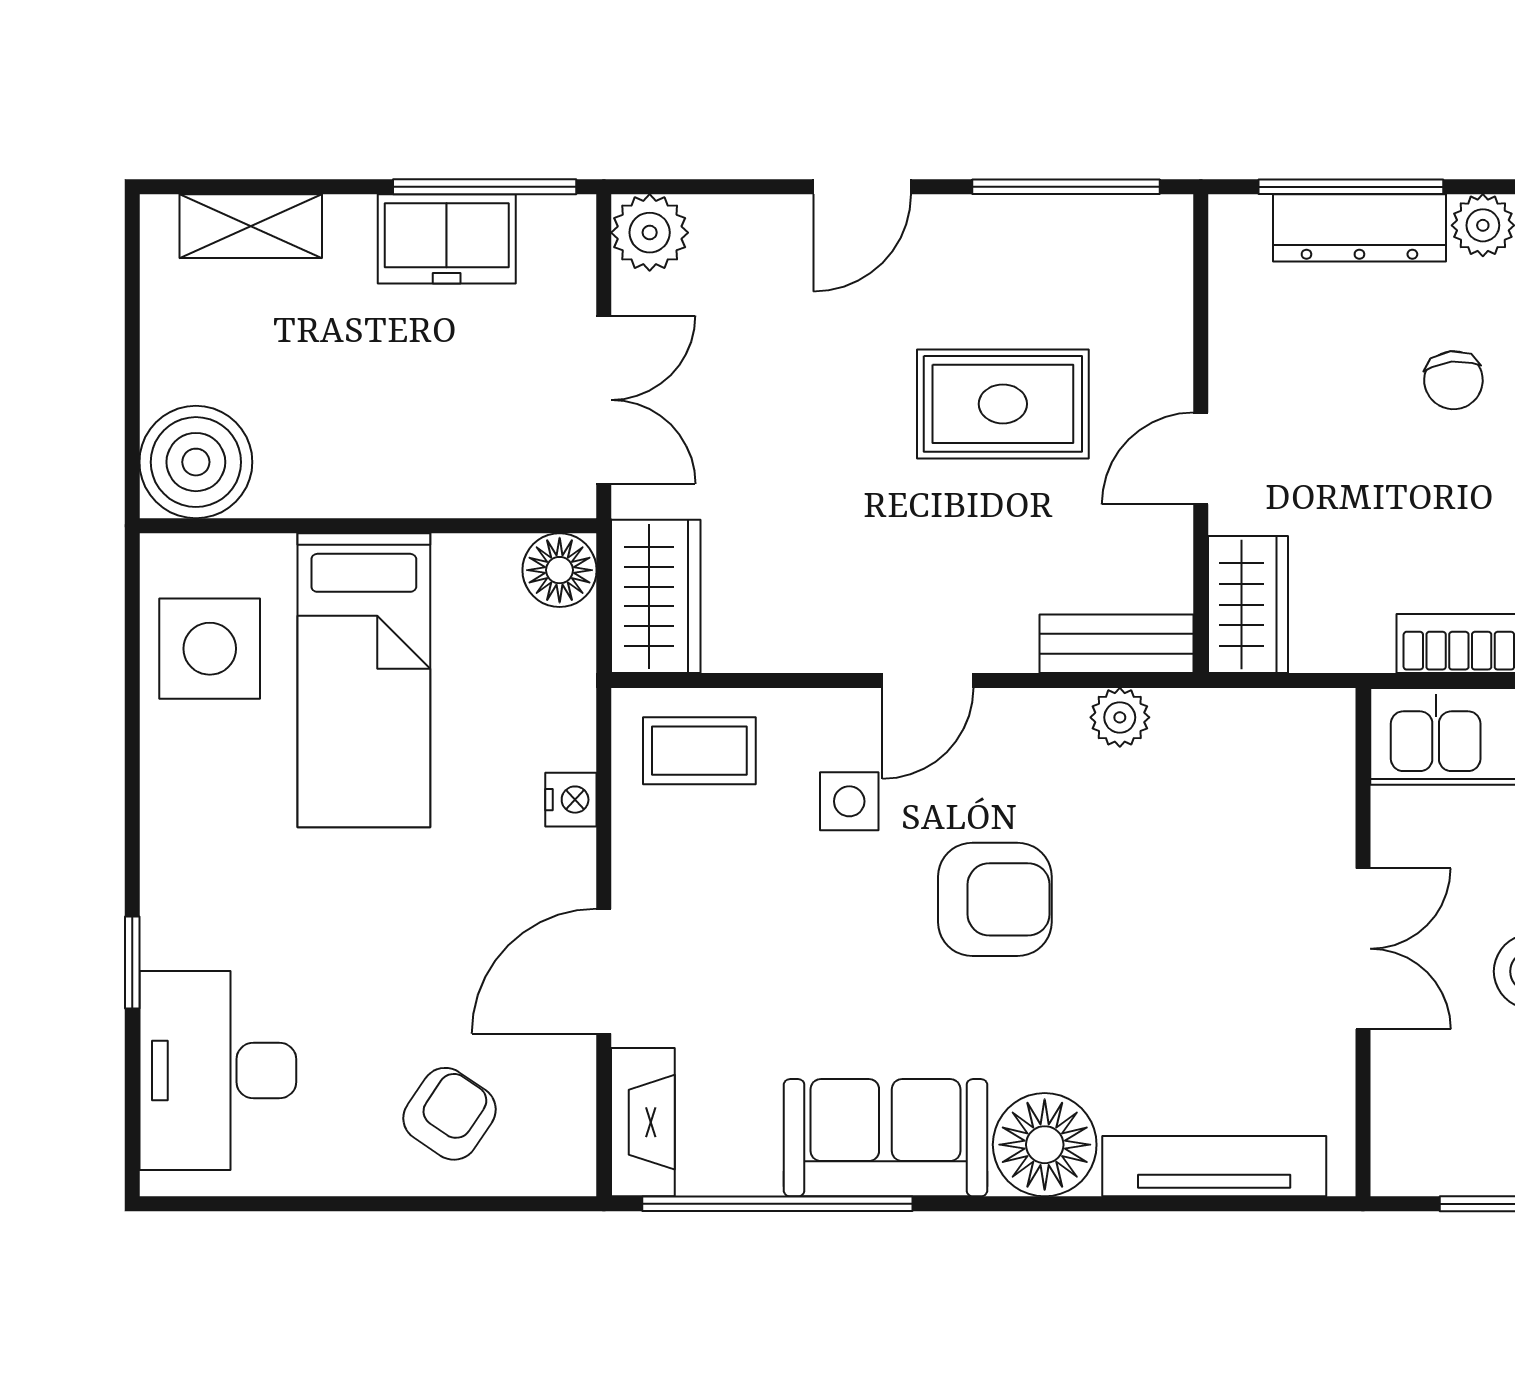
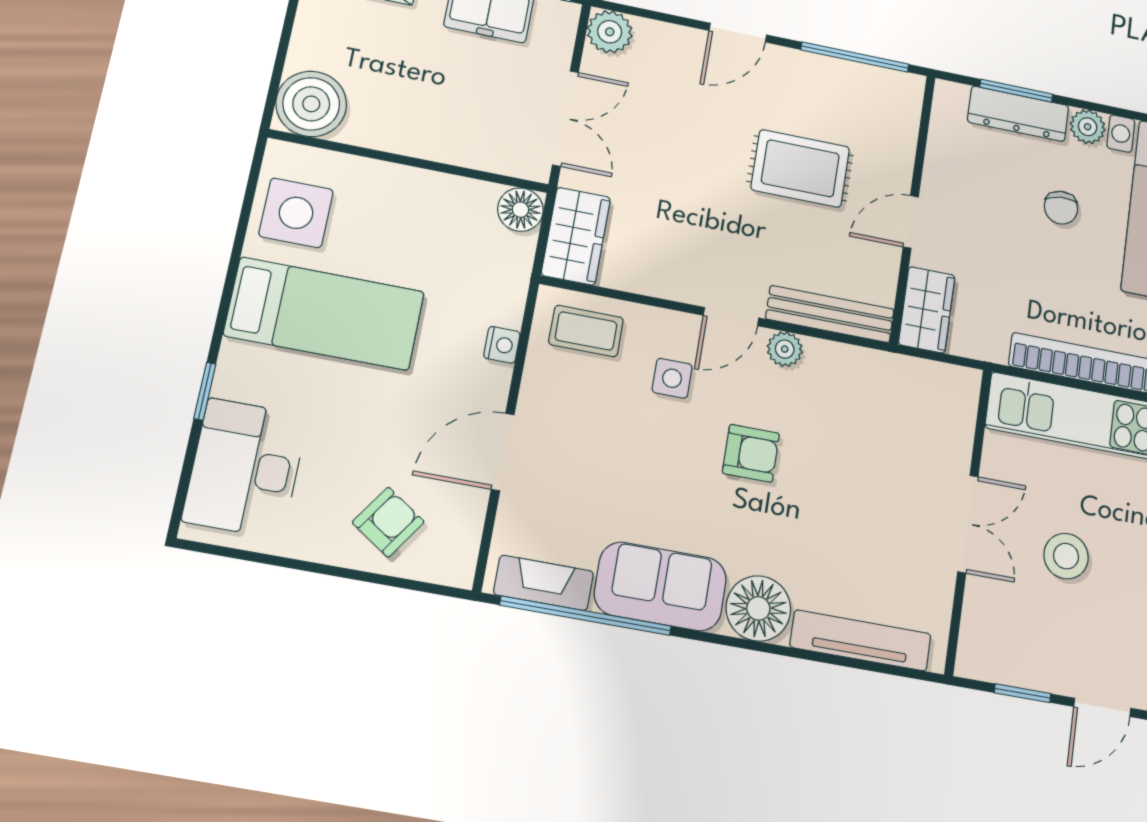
window: (1351, 187) -> (1016, 91), width x0.69
bench: (1117, 644) -> (830, 314), width x1.36
bed: (364, 680) -> (324, 314), moved, turned -90
plant: (1120, 717) -> (785, 349), moved
armchair: (995, 899) -> (751, 453), width x0.72, depth x0.72
fireplace: (643, 1122) -> (544, 583), moved, turned -90

